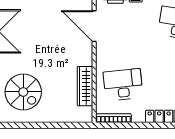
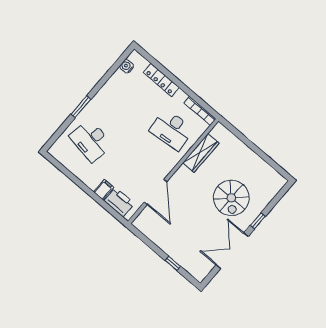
spiral stairs: (23, 92) -> (231, 198), moved, turned 180

